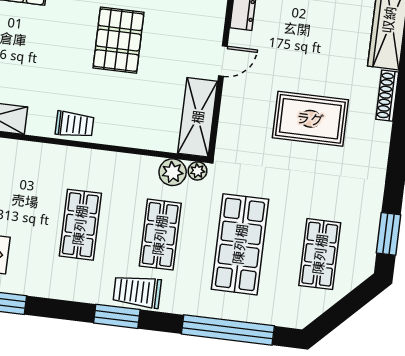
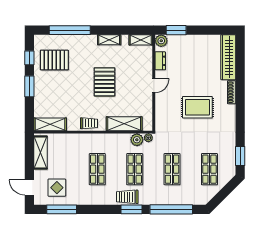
shelving: (198, 117) -> (124, 124), moved, turned 90
shop shelf: (240, 244) -> (172, 169), width x0.70, depth x0.74
window: (117, 316) -> (131, 209), moved

